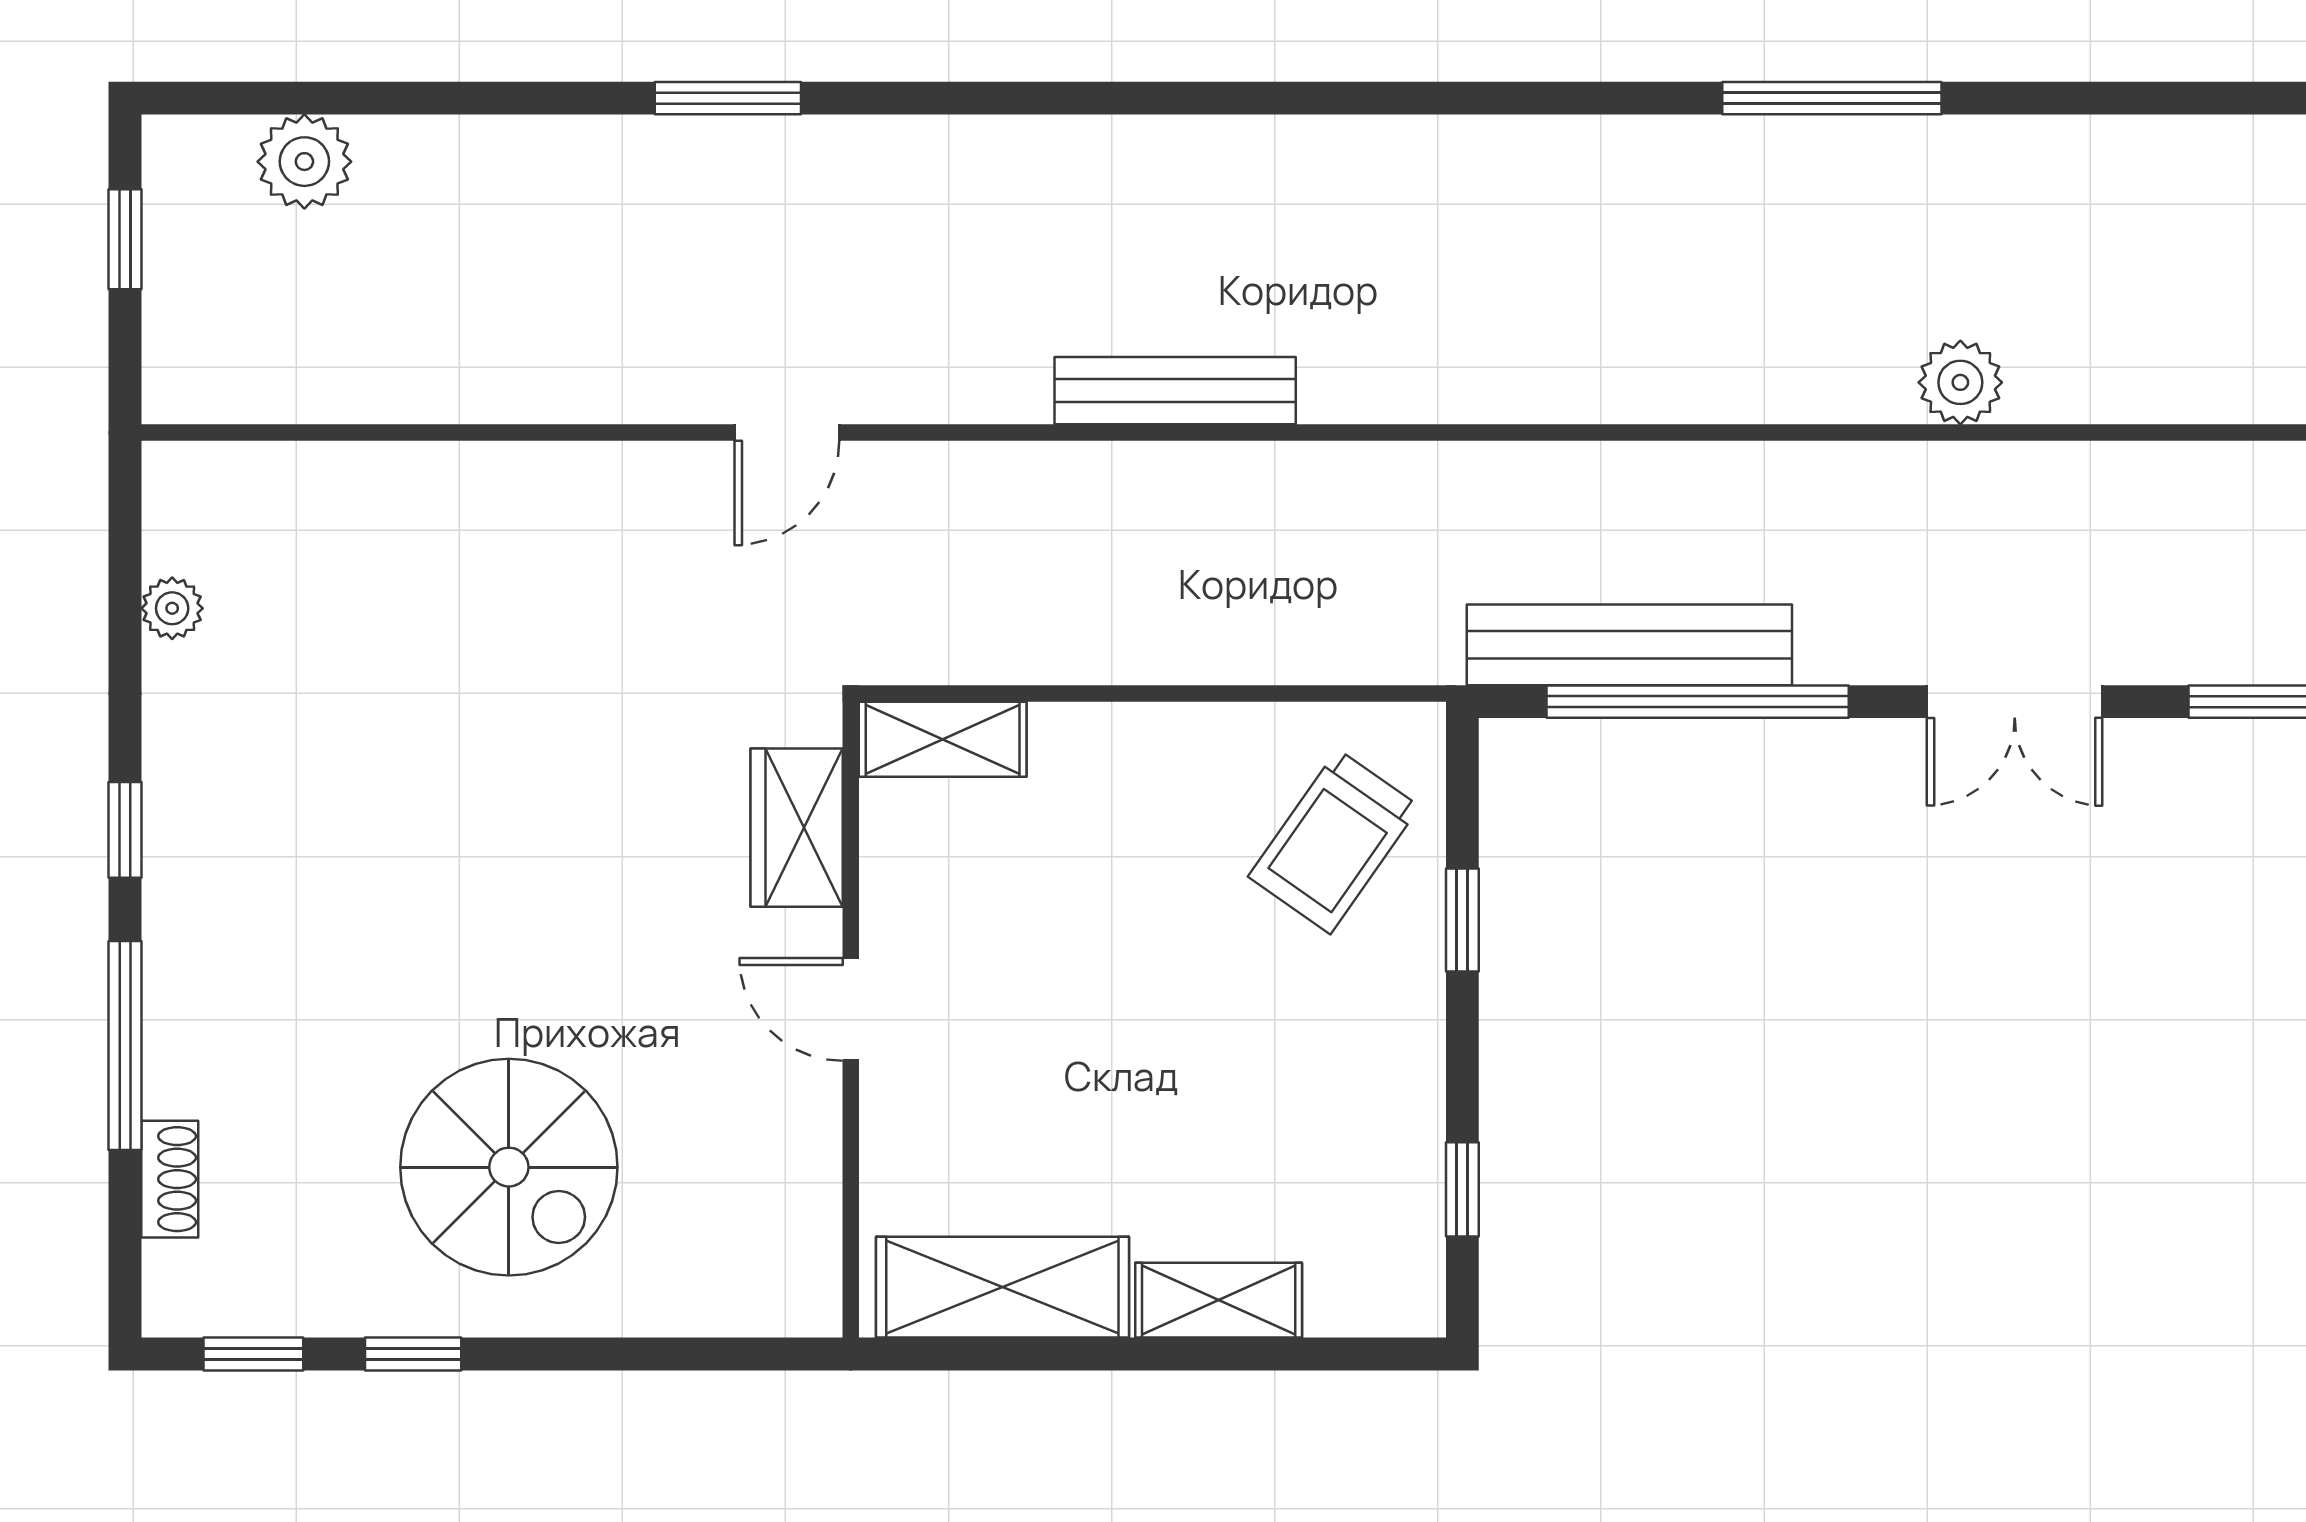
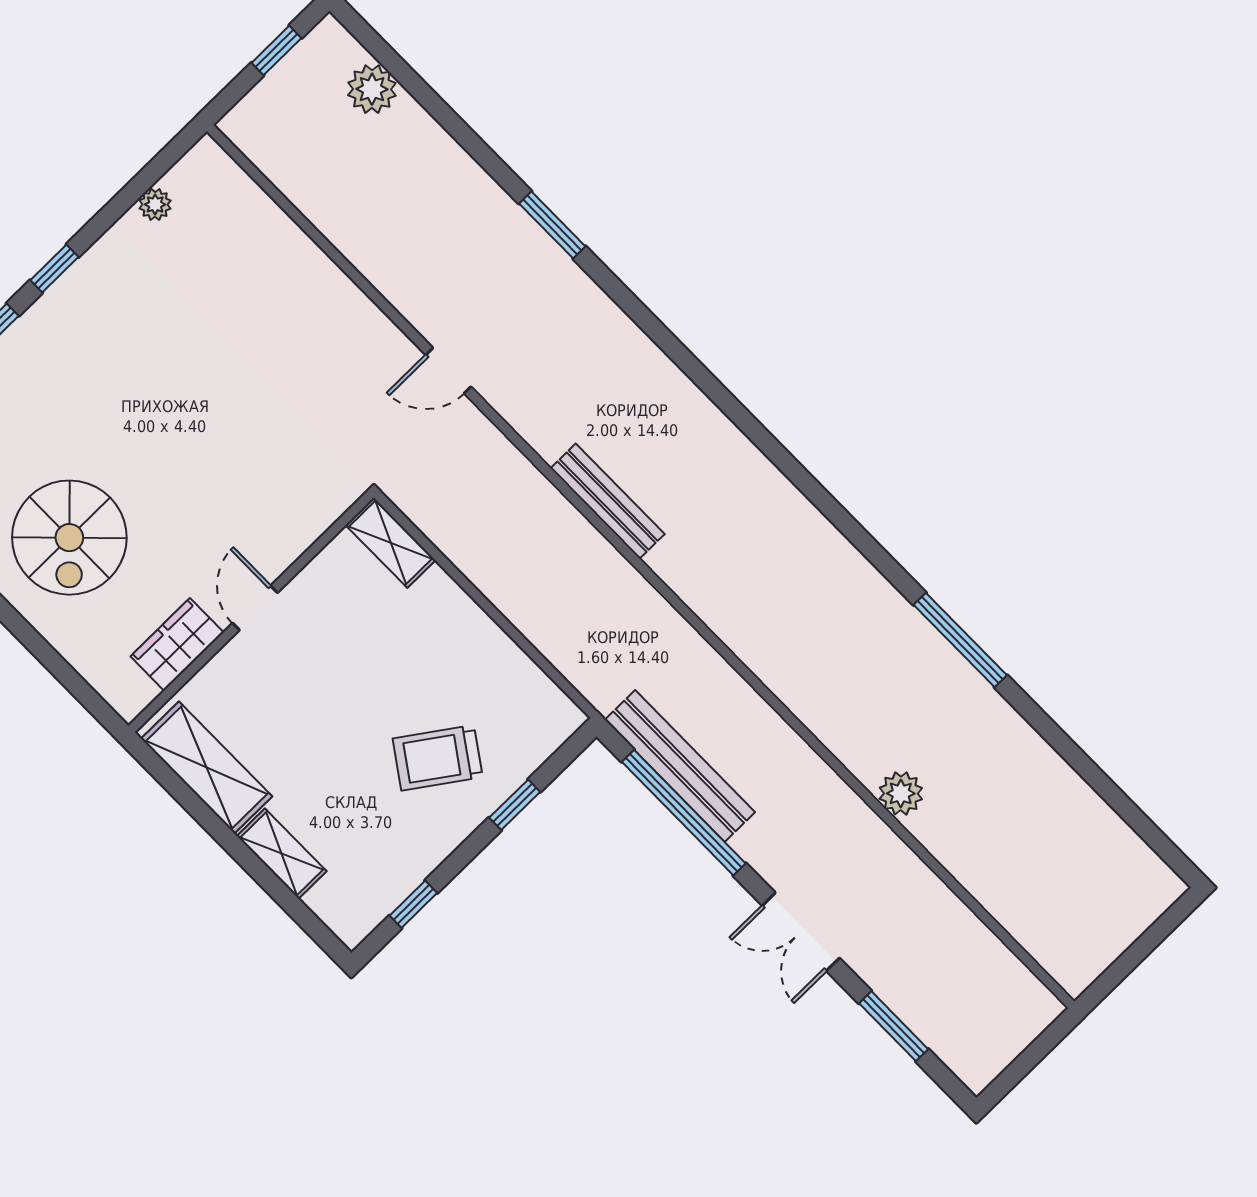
wardrobe: (797, 828) -> (177, 644), moved
trolley: (1334, 842) -> (438, 758), moved

